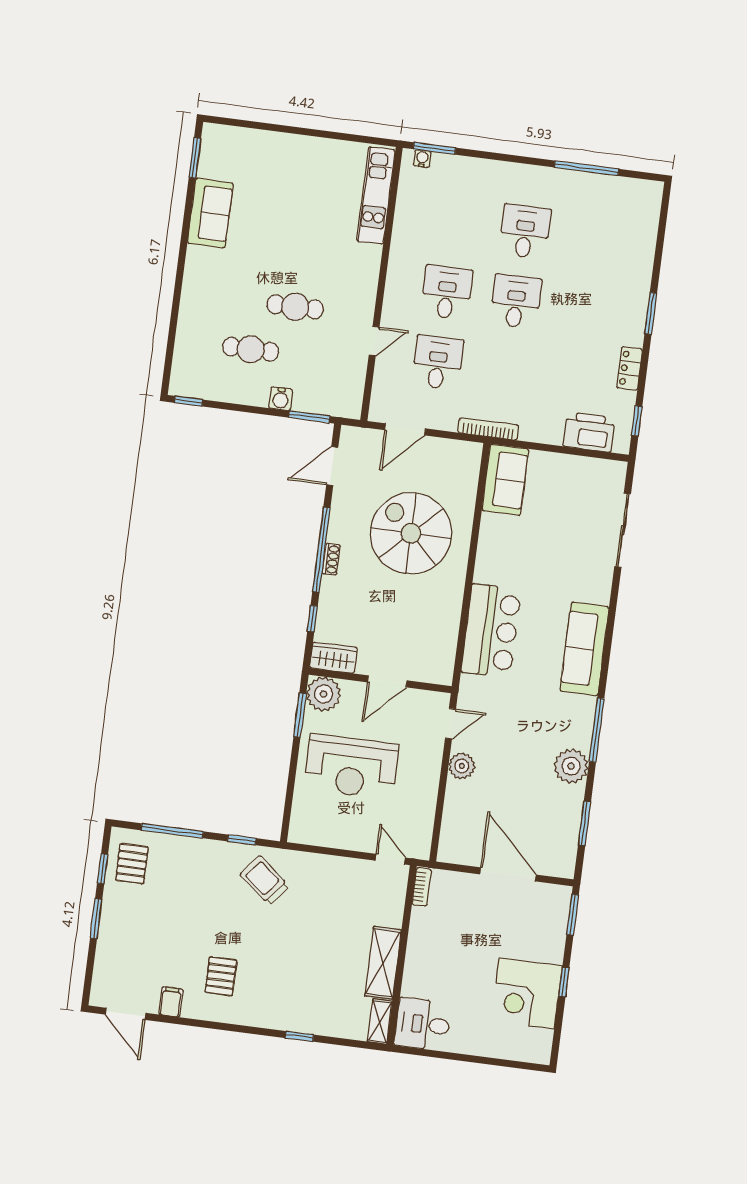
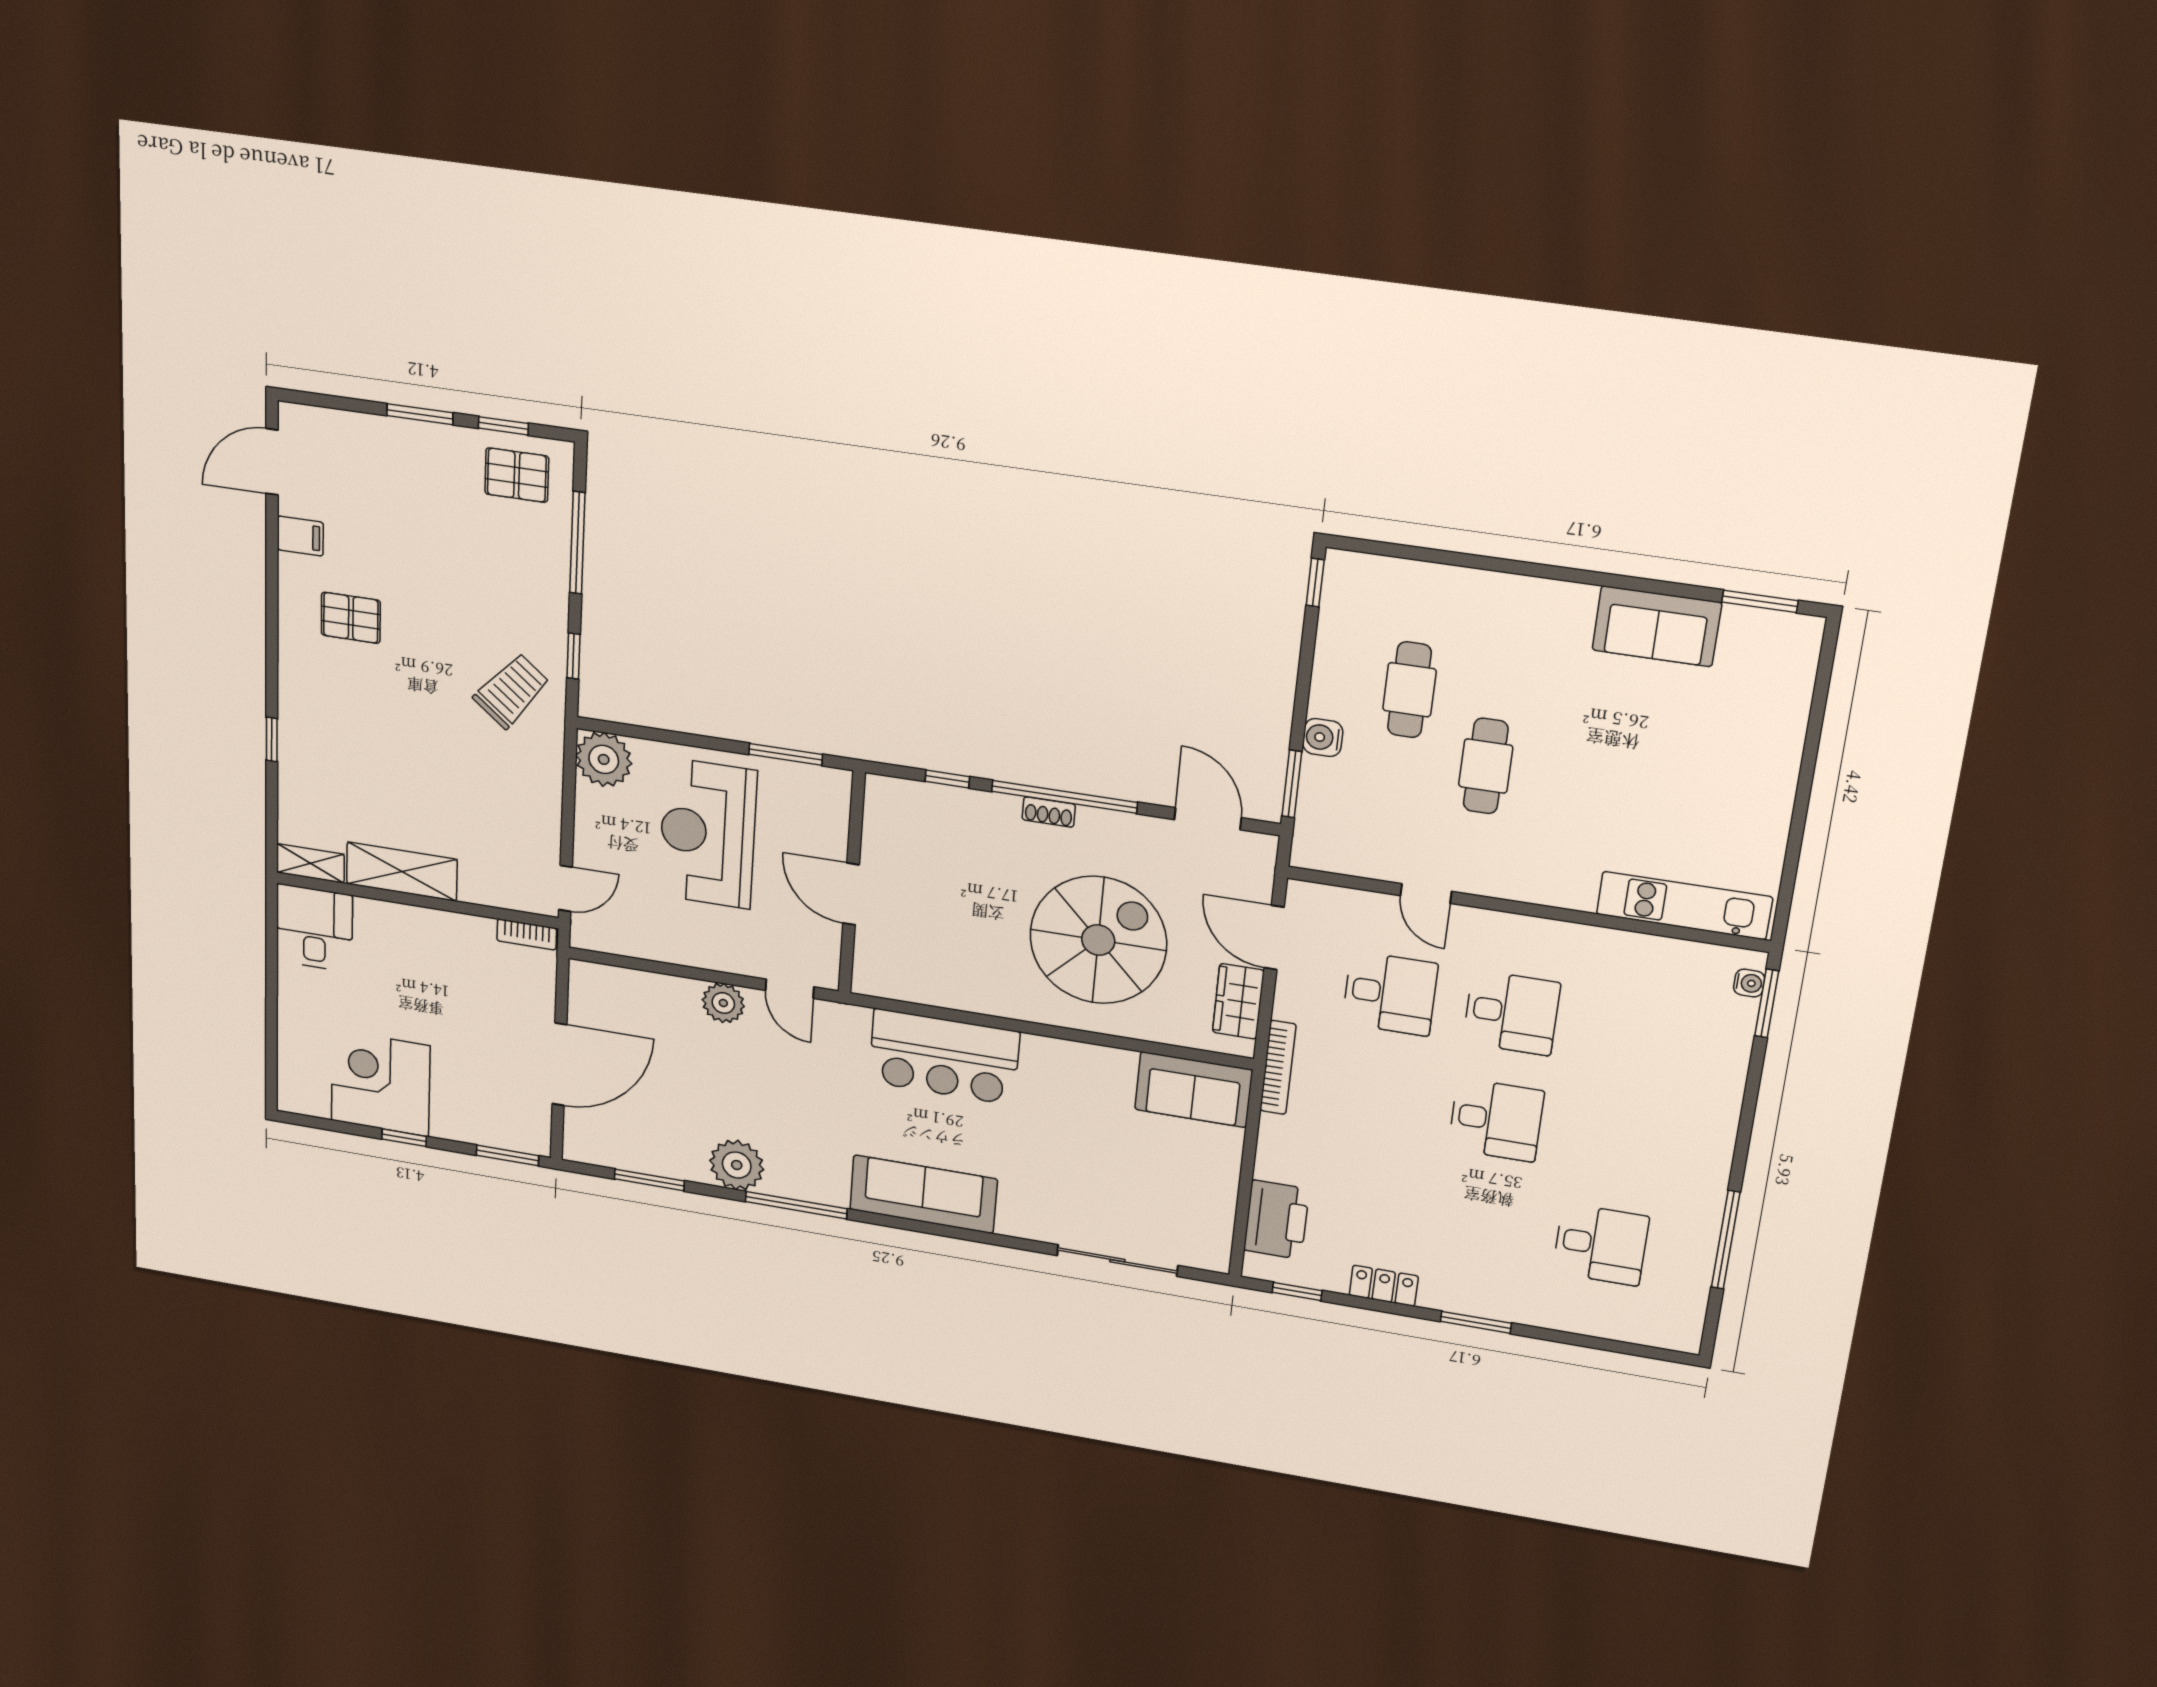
desk: (525, 231) -> (1601, 1244), moved
wardrobe: (334, 658) -> (1238, 1001), moved, turned 180
plant: (324, 694) -> (604, 759), moved

